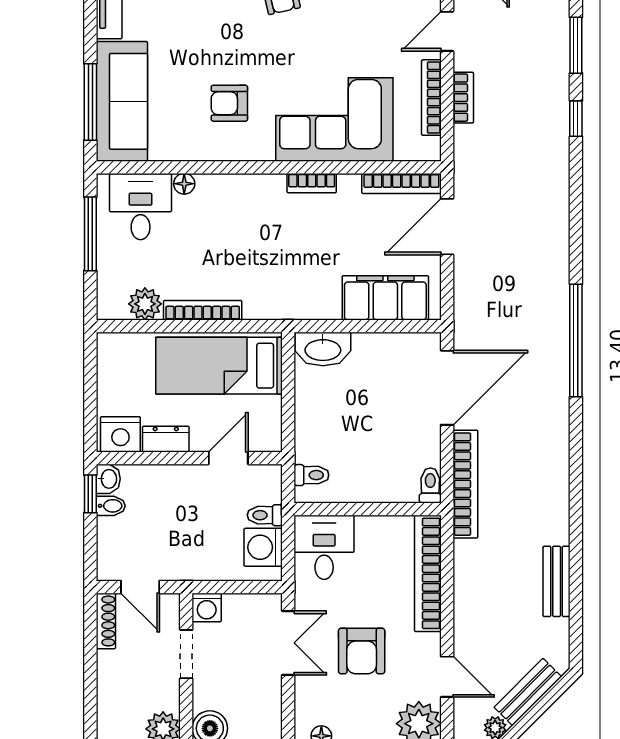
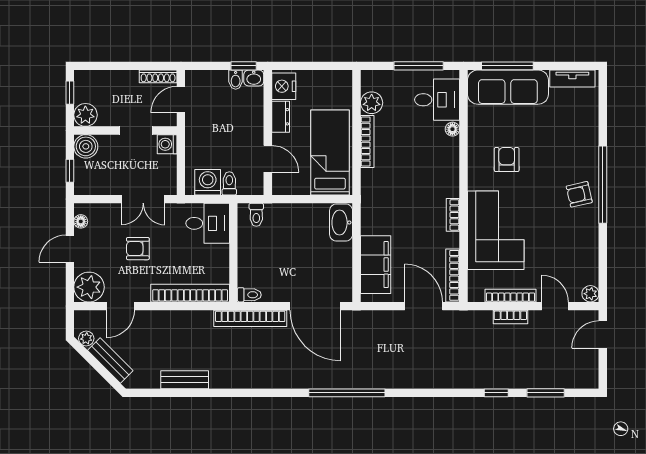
armchair: (362, 651) -> (138, 249), width x0.72, depth x0.72

